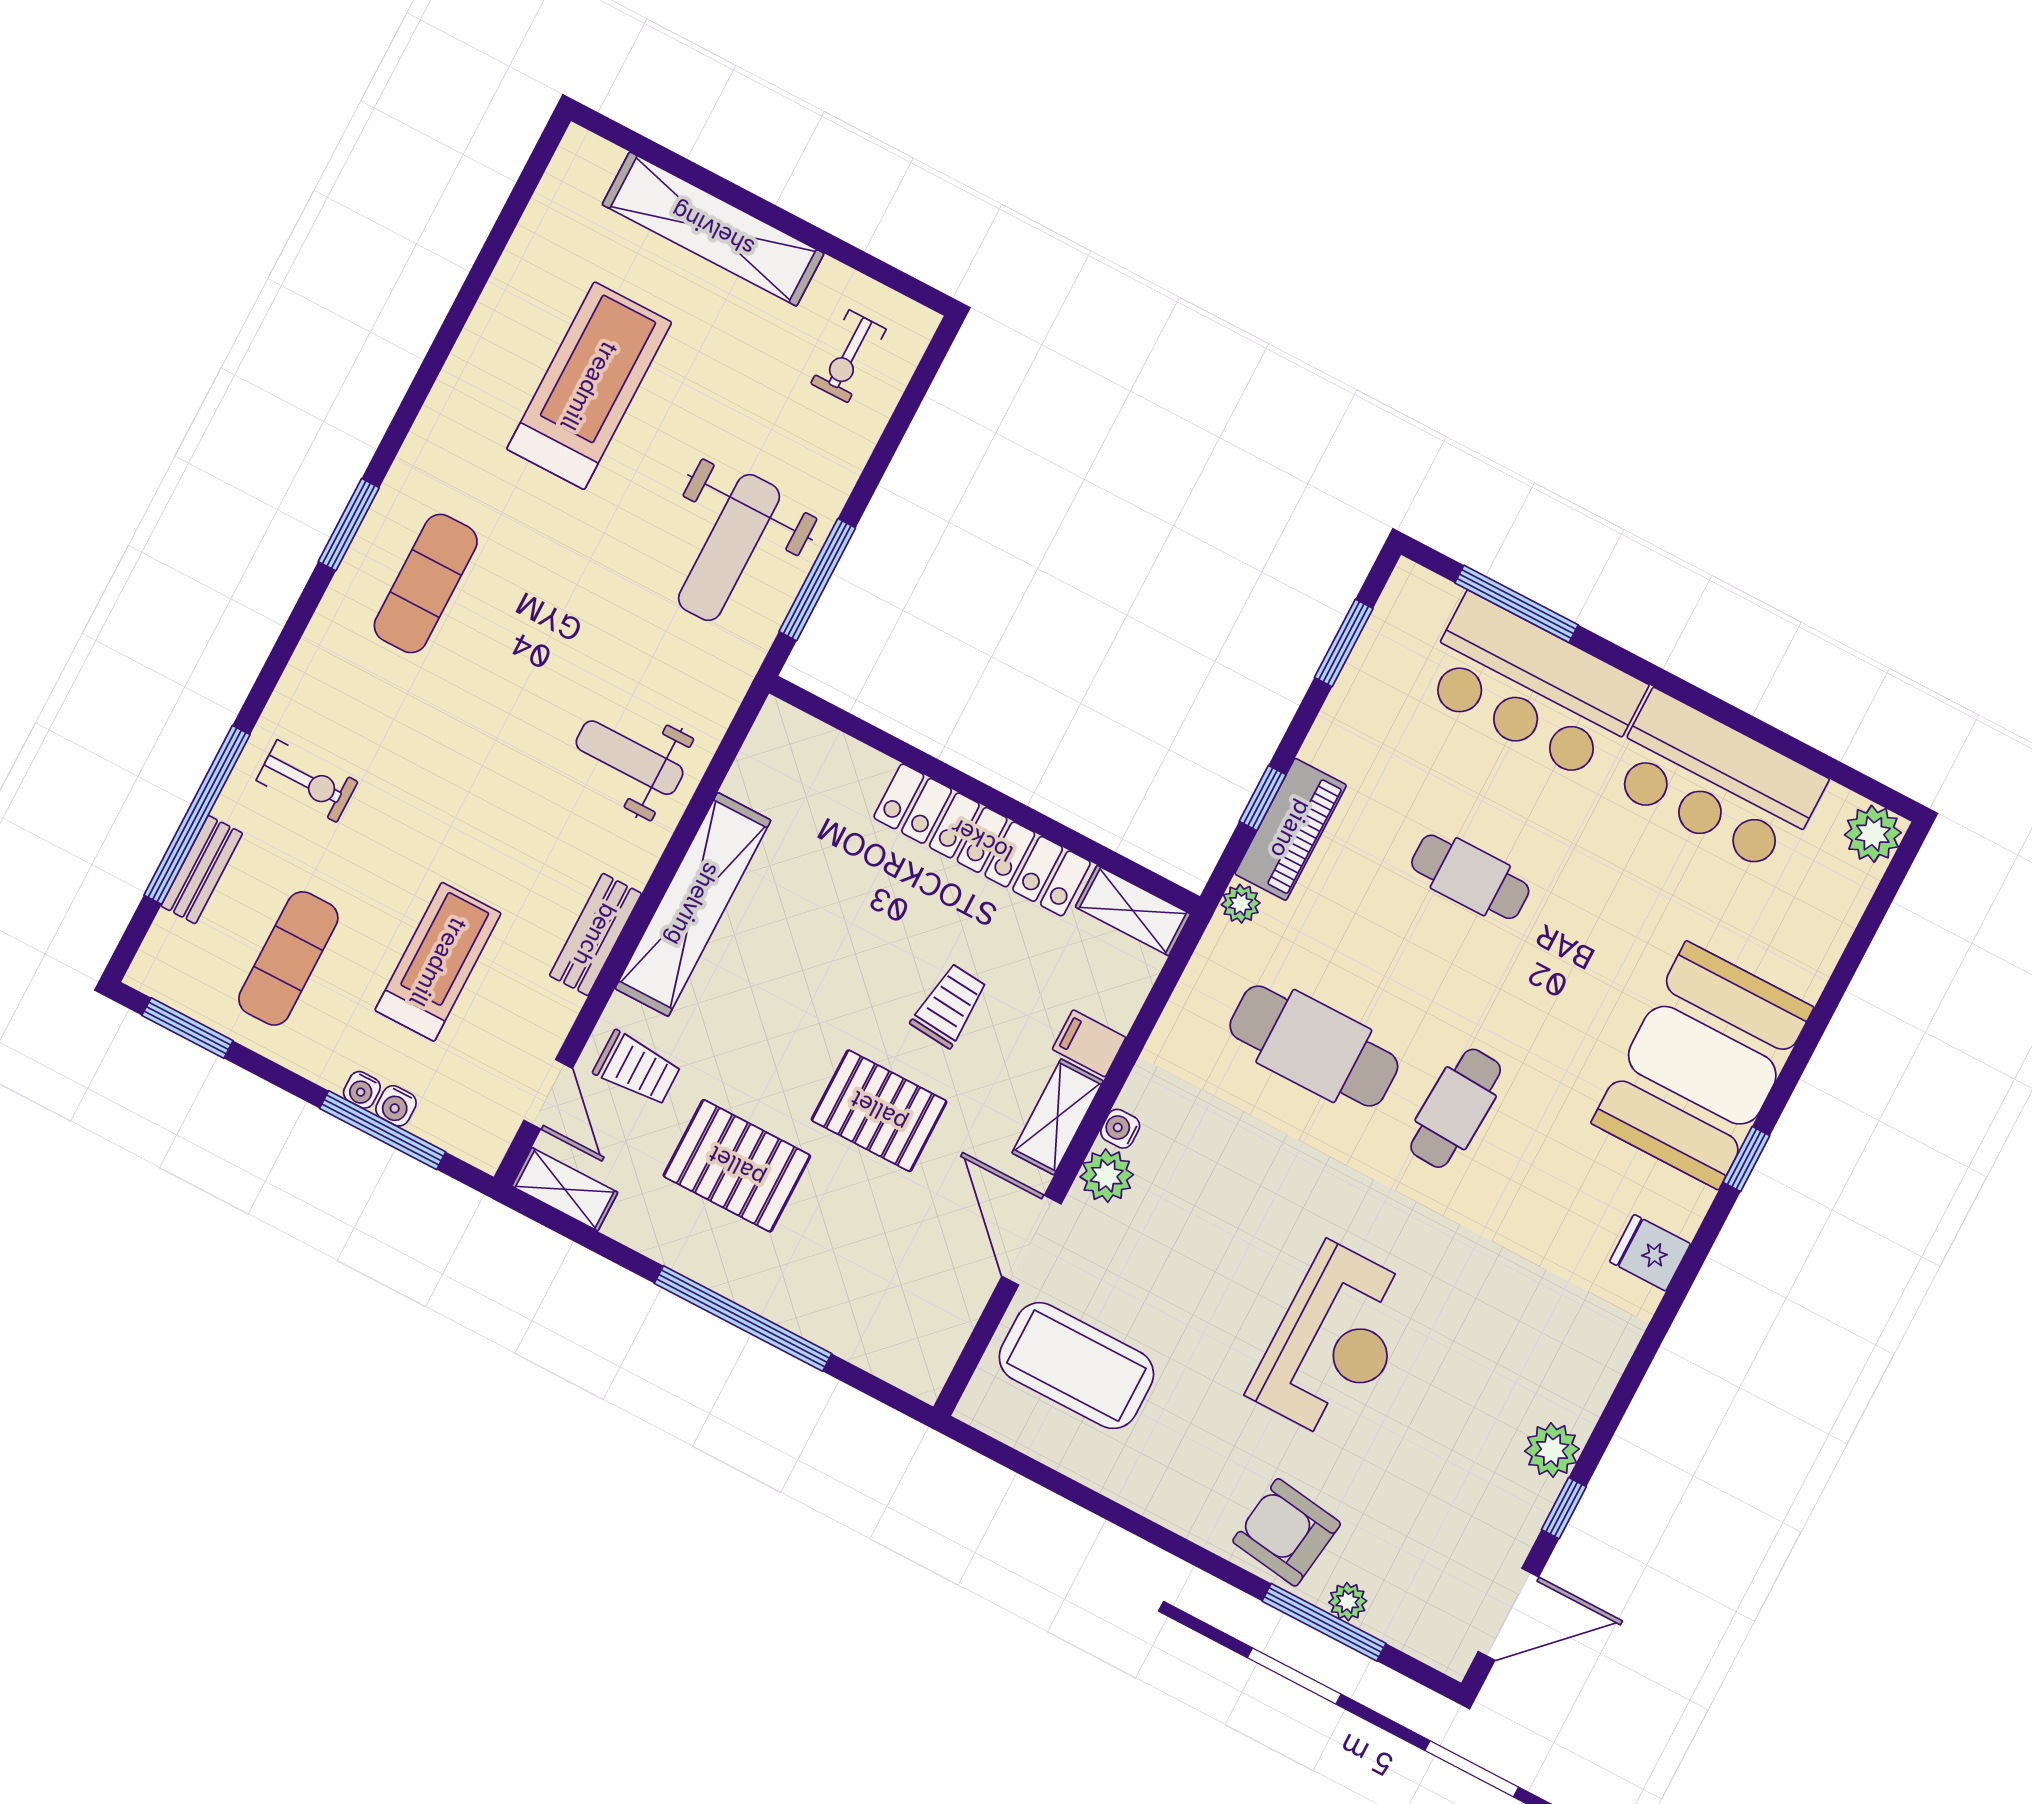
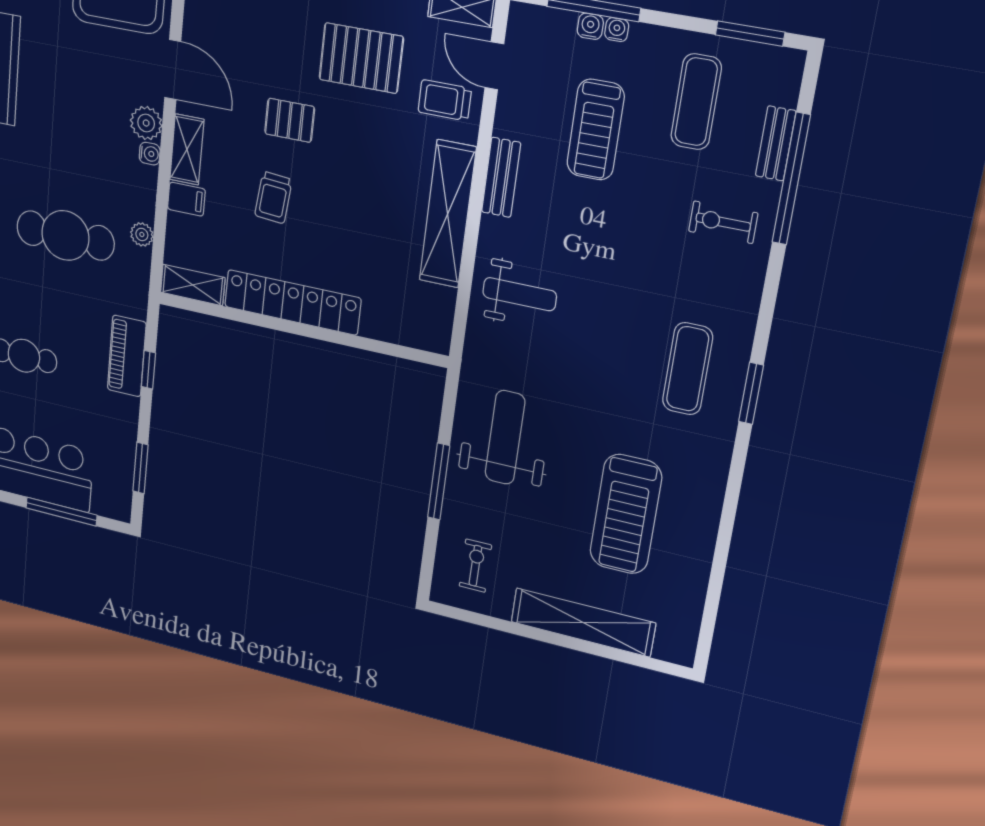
window: (817, 580) -> (439, 482), moved
plant: (1241, 904) -> (142, 234), moved
pallet: (879, 1111) -> (290, 120), width x0.67, depth x0.71

